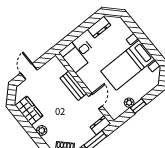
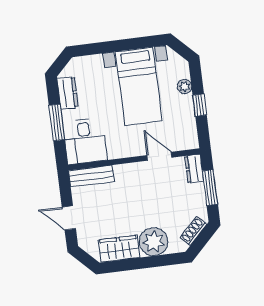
window: (79, 31) -> (57, 122), added
bench: (73, 86) -> (91, 176), moved
plant: (129, 103) -> (185, 87), moved
plant: (42, 130) -> (154, 242), width x1.88, depth x1.88

